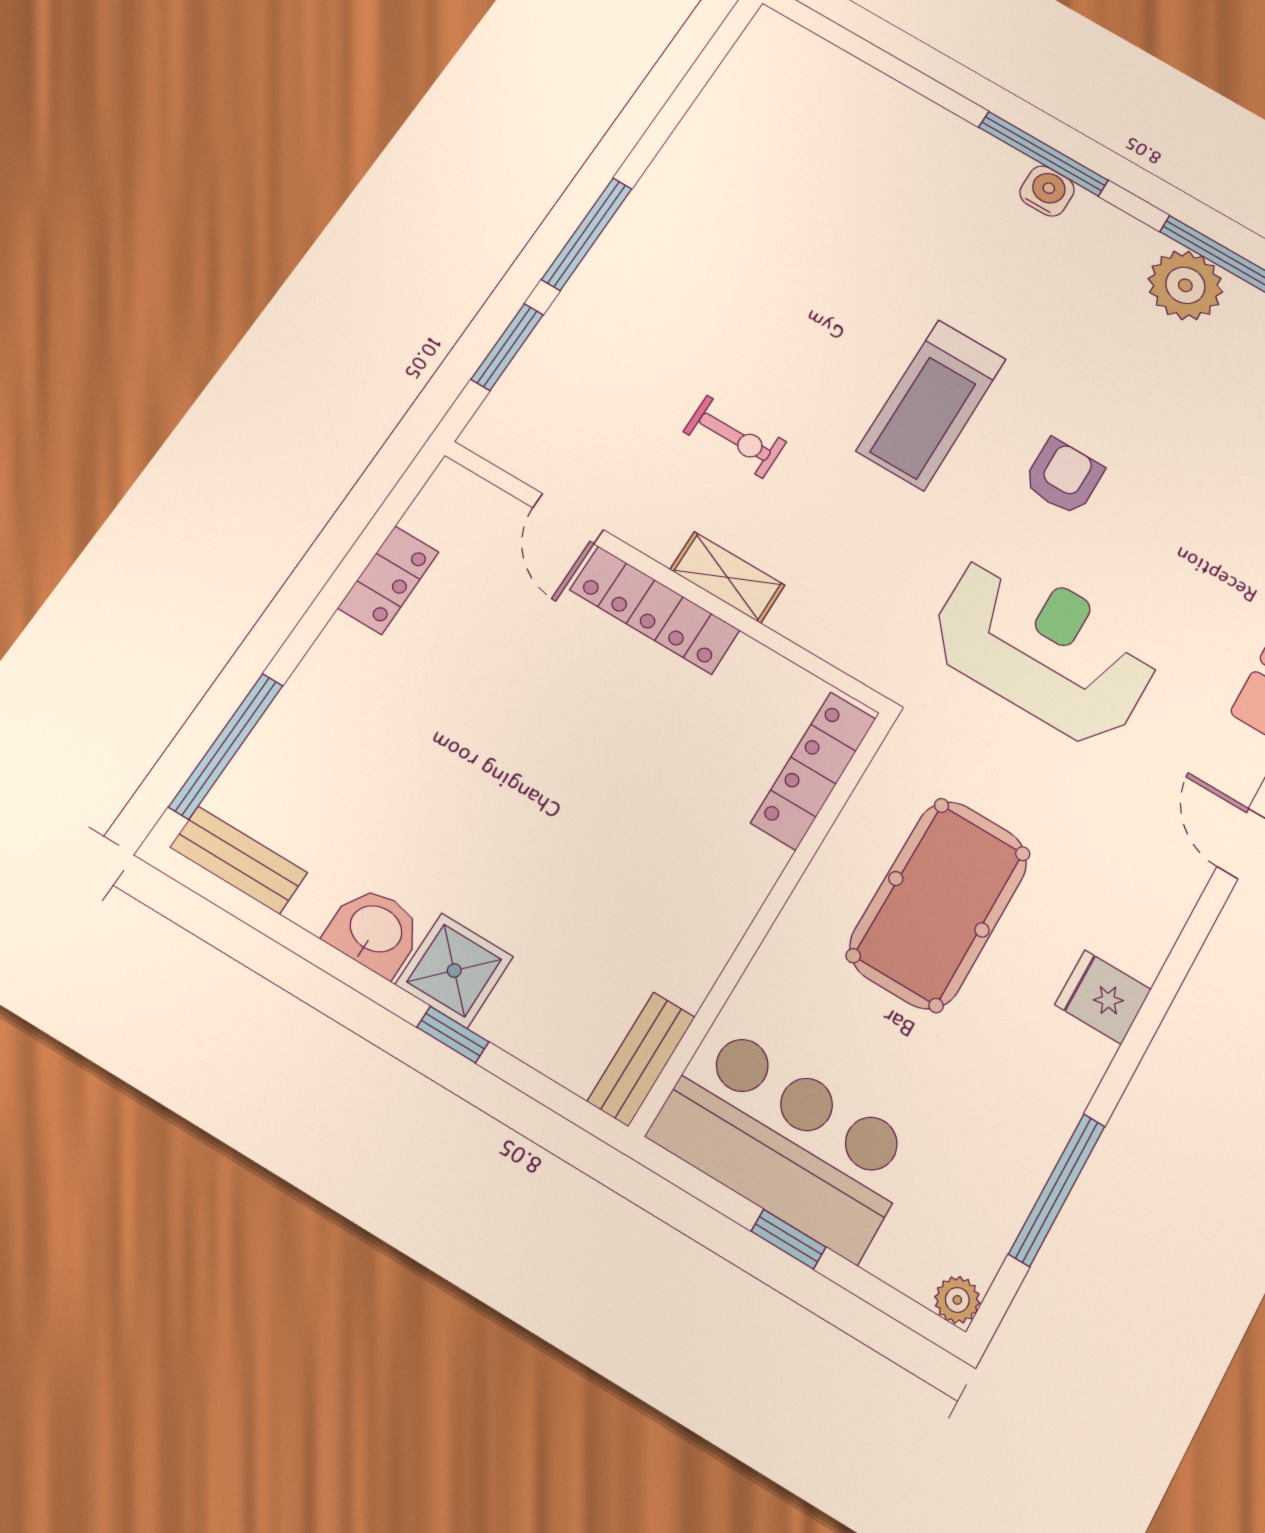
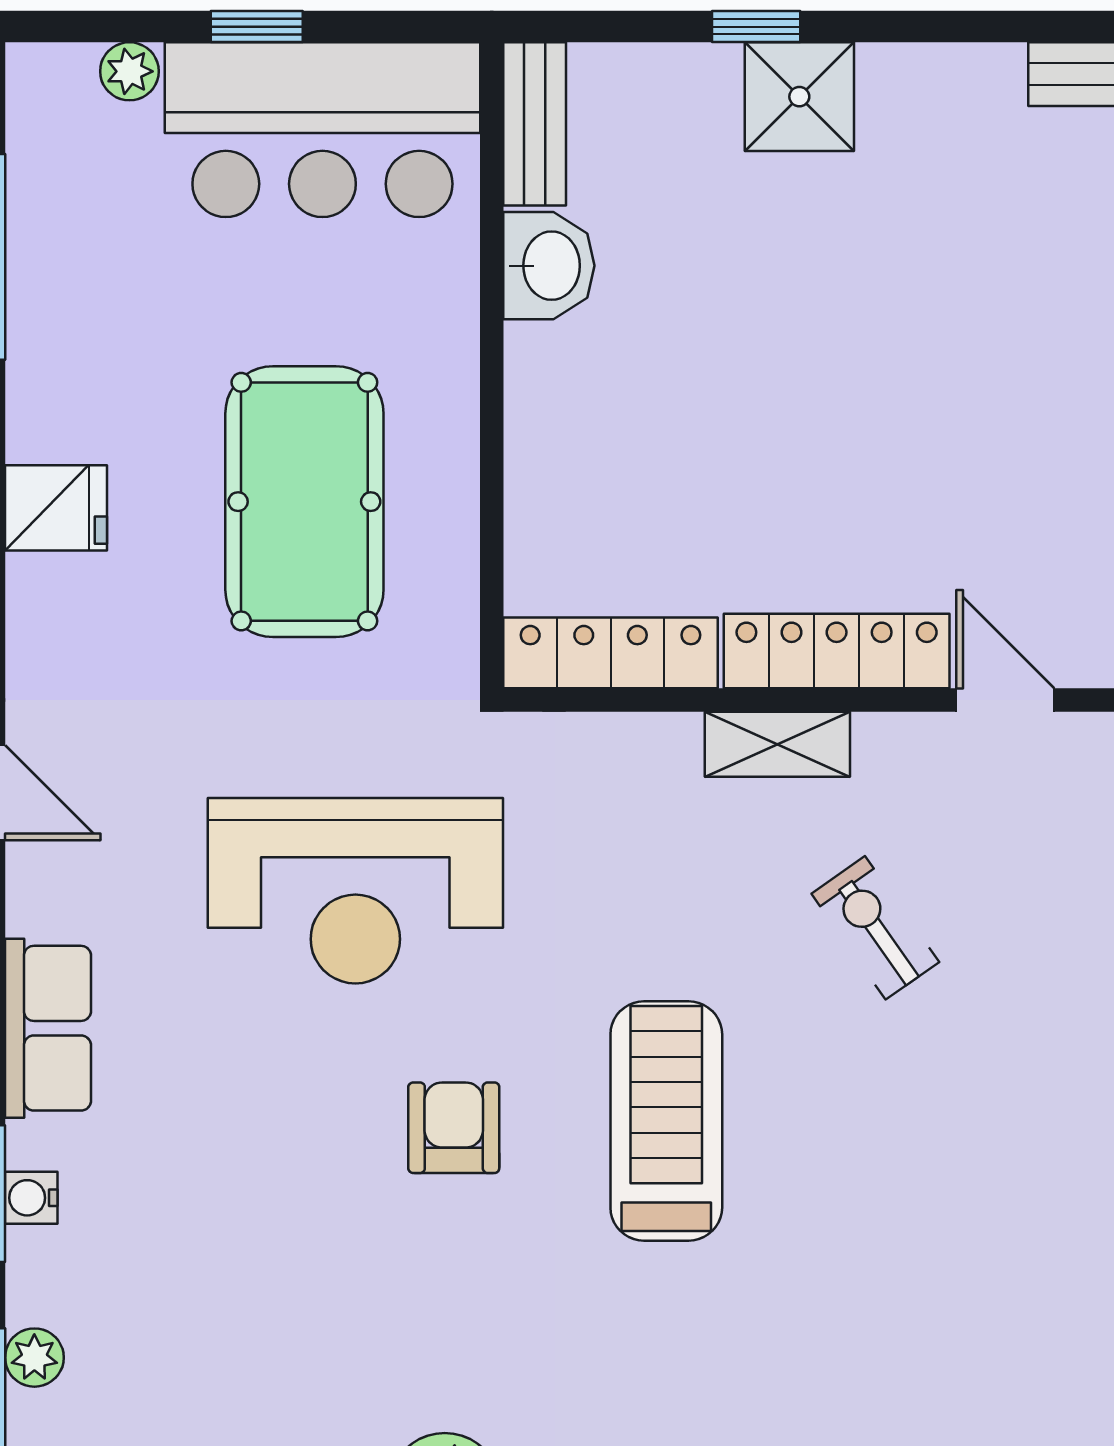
exercise bike: (735, 437) -> (875, 928), turned 55
armchair: (1063, 477) -> (454, 1128), turned 180
locker: (813, 771) -> (611, 653), moved, turned -90
washbasin: (375, 931) -> (549, 266), moved, turned -90
plant: (957, 1300) -> (129, 71), moved

